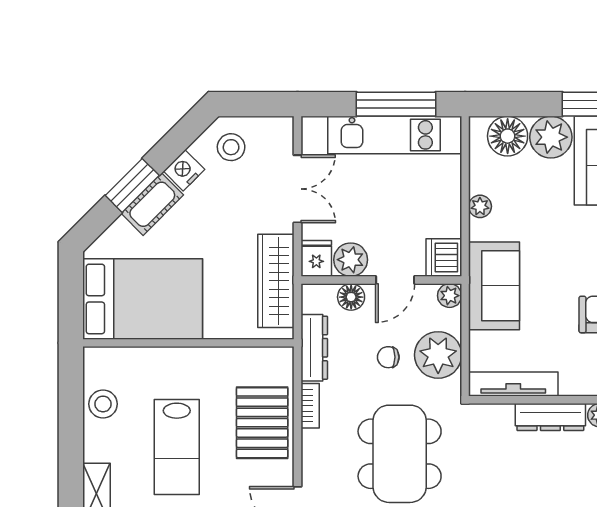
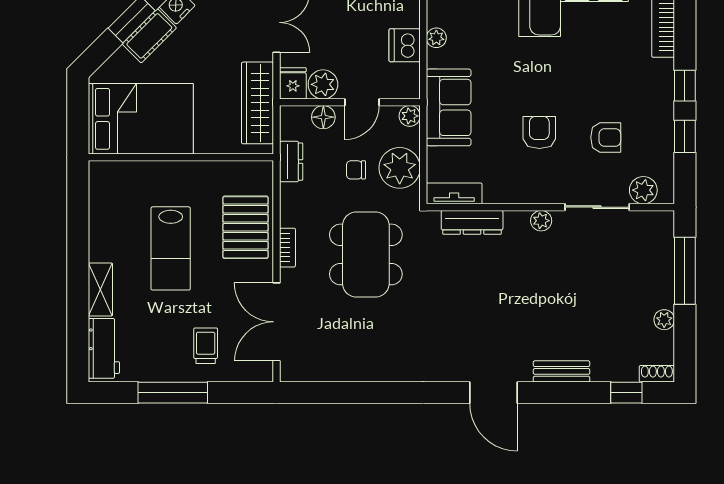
dishwasher: (444, 258) -> (405, 45), moved
dresser: (314, 348) -> (291, 162), width x0.70
tv unit: (513, 384) -> (454, 193), width x0.71
stool: (103, 404) -> (106, 211), removed
bookcase: (310, 406) -> (287, 248), moved
dresser: (550, 417) -> (472, 222), moved

